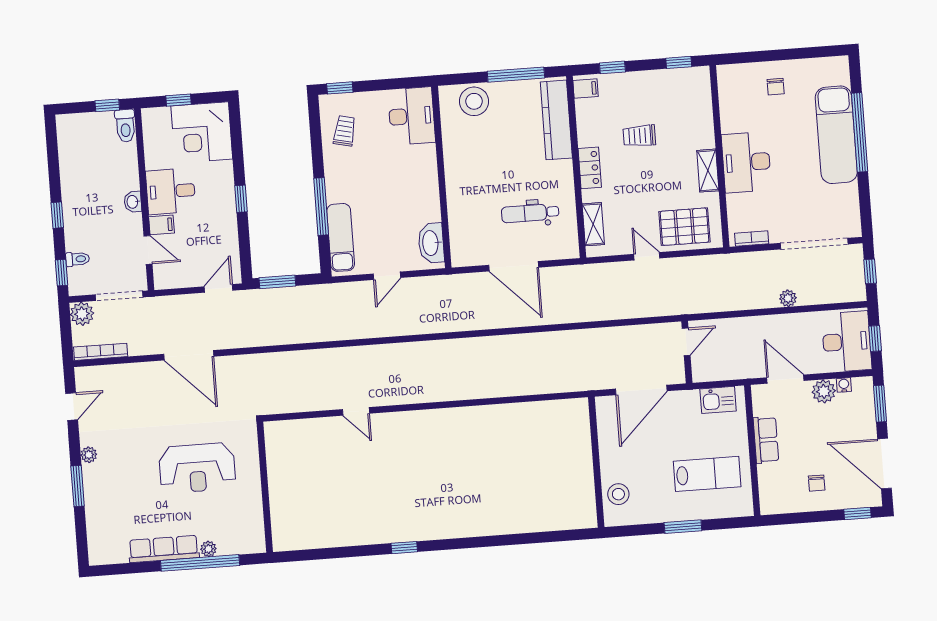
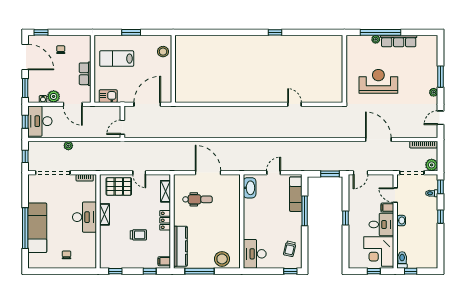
corner desk: (202, 133) -> (379, 252), moved, turned 180

